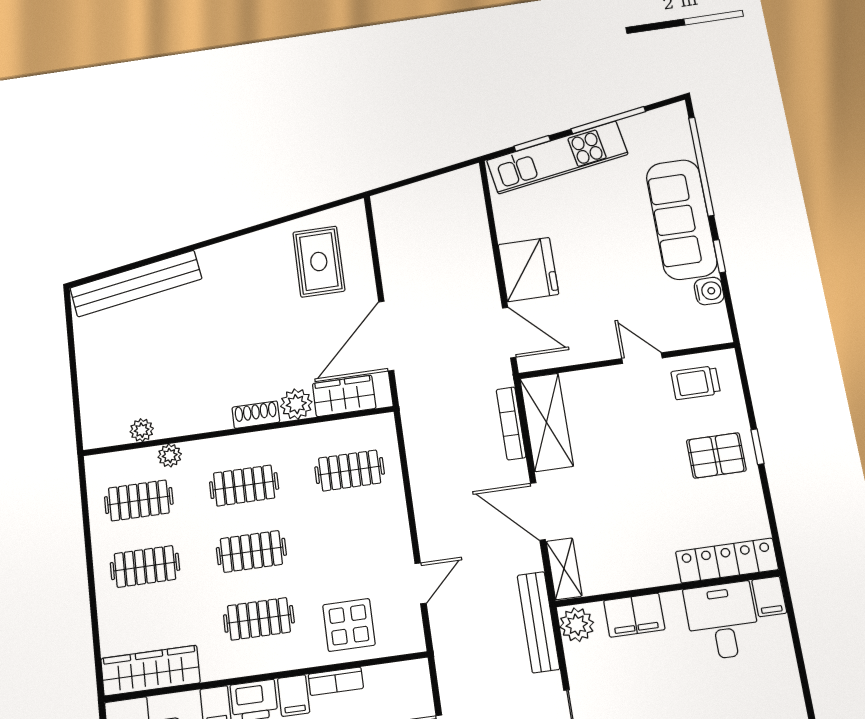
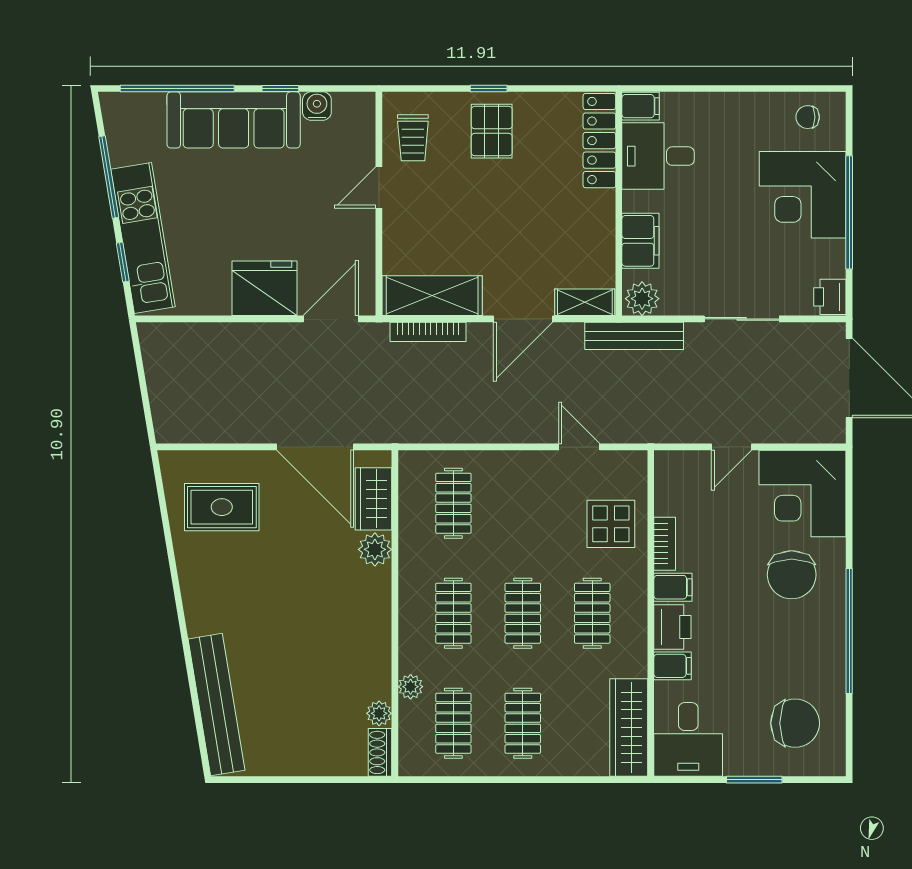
shoe rack: (256, 415) -> (380, 752), moved

